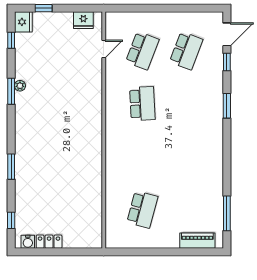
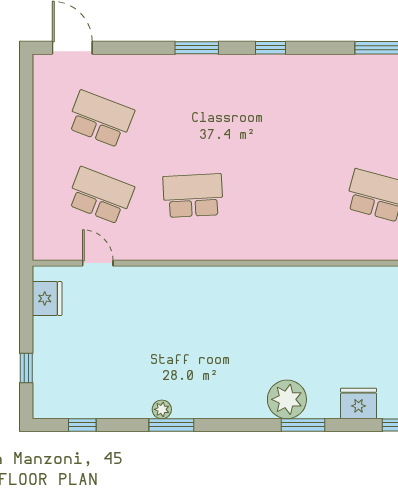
fridge: (23, 22) -> (358, 403), moved
window: (227, 62) -> (271, 48), moved
plant: (26, 157) -> (287, 399), added

